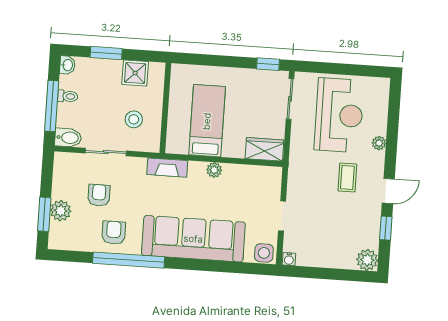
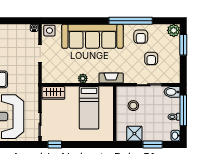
plant: (61, 211) -> (174, 30), moved

